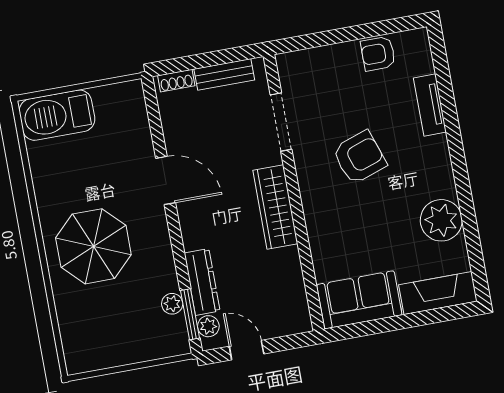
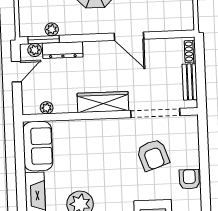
doorway: (281, 122) -> (155, 113), width x1.36
armchair: (359, 157) -> (153, 155), moved
door: (166, 180) -> (129, 36), hinge flipped
plant: (297, 294) -> (47, 108), added

